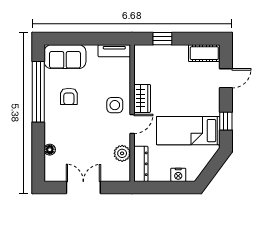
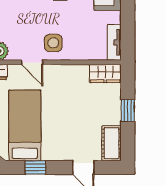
window: (162, 39) -> (128, 110), moved
wardrobe: (142, 98) -> (105, 73), moved

